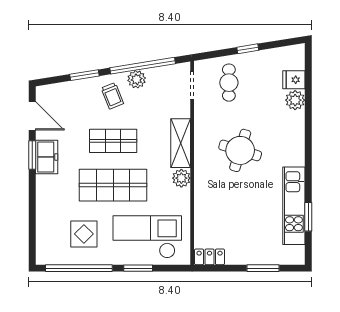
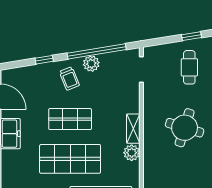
window: (84, 75) -> (44, 60), width x0.67
cafe table: (229, 83) -> (189, 67), moved
shelving: (181, 143) -> (133, 129), width x0.67, depth x0.75

